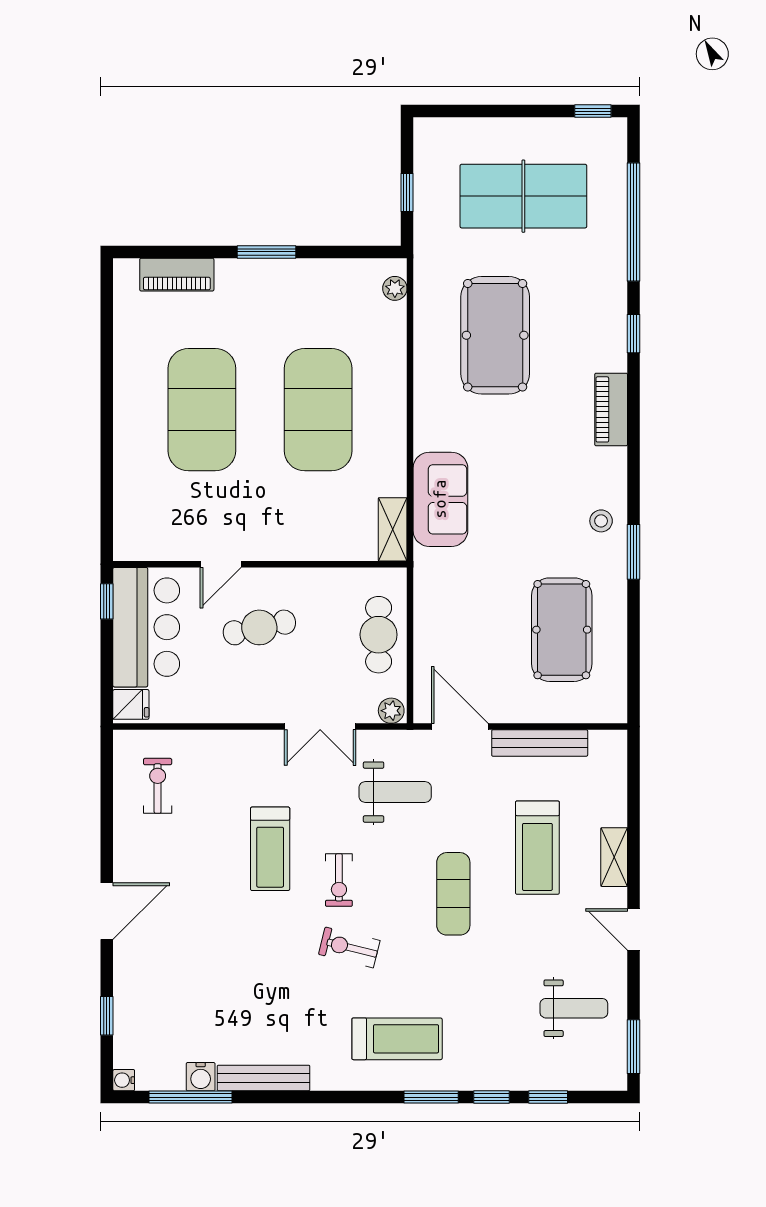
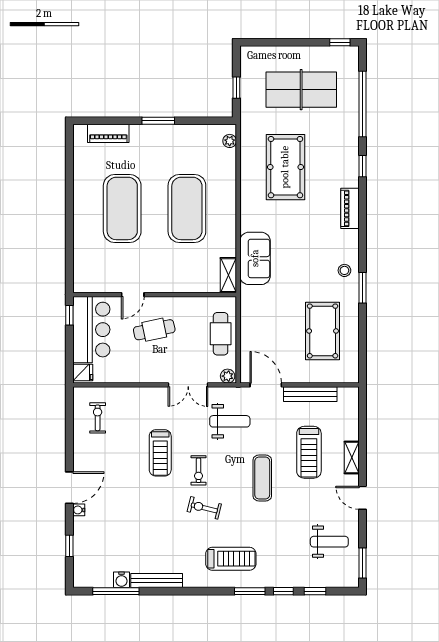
water cooler: (124, 1080) -> (79, 510), moved

